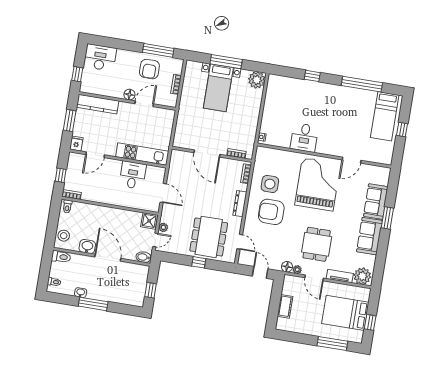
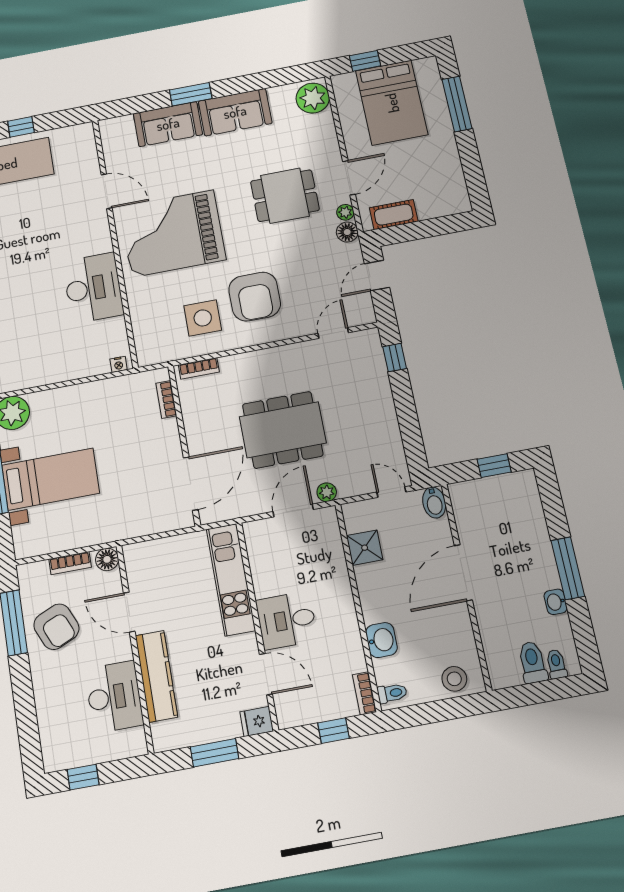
desk: (100, 57) -> (114, 697), moved, turned 180
armchair: (149, 69) -> (56, 627), turned 66
window: (77, 74) -> (83, 777), moved
floor lamp: (129, 95) -> (107, 559), moved
kitchen counter: (98, 104) -> (156, 676), moved
desk: (304, 138) -> (93, 288), width x1.37
door: (207, 154) -> (191, 484), moved
desk: (133, 175) -> (287, 620), moved
dresser: (240, 204) -> (260, 359), removed
shower: (149, 221) -> (365, 548), moved
plant: (163, 227) -> (327, 492), moved
dining table: (209, 237) -> (283, 430), moved
washbasin: (87, 247) -> (381, 640), moved, turned 180
toilet: (61, 257) -> (533, 662), moved
window: (199, 262) -> (395, 358), moved
tv unit: (340, 276) -> (328, 136), removed
cot: (285, 306) -> (394, 215), moved
window: (370, 322) -> (365, 61), moved

